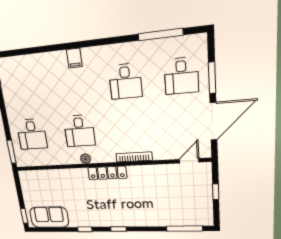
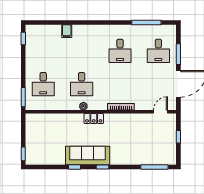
filing cabinet: (74, 58) -> (67, 31), moved
locker: (107, 173) -> (94, 119), width x0.66
sofa: (49, 217) -> (88, 155), moved, width x1.36

